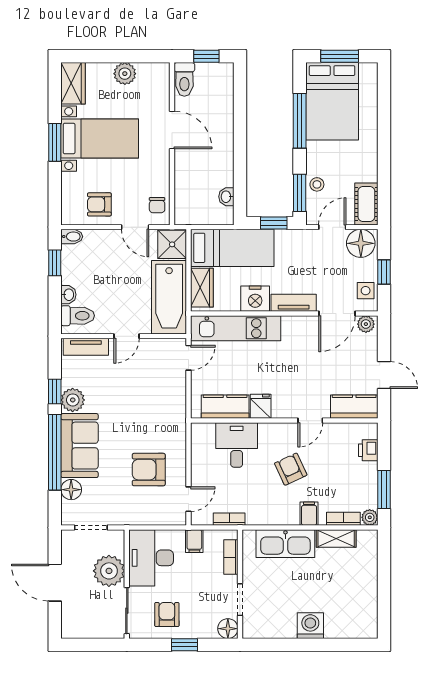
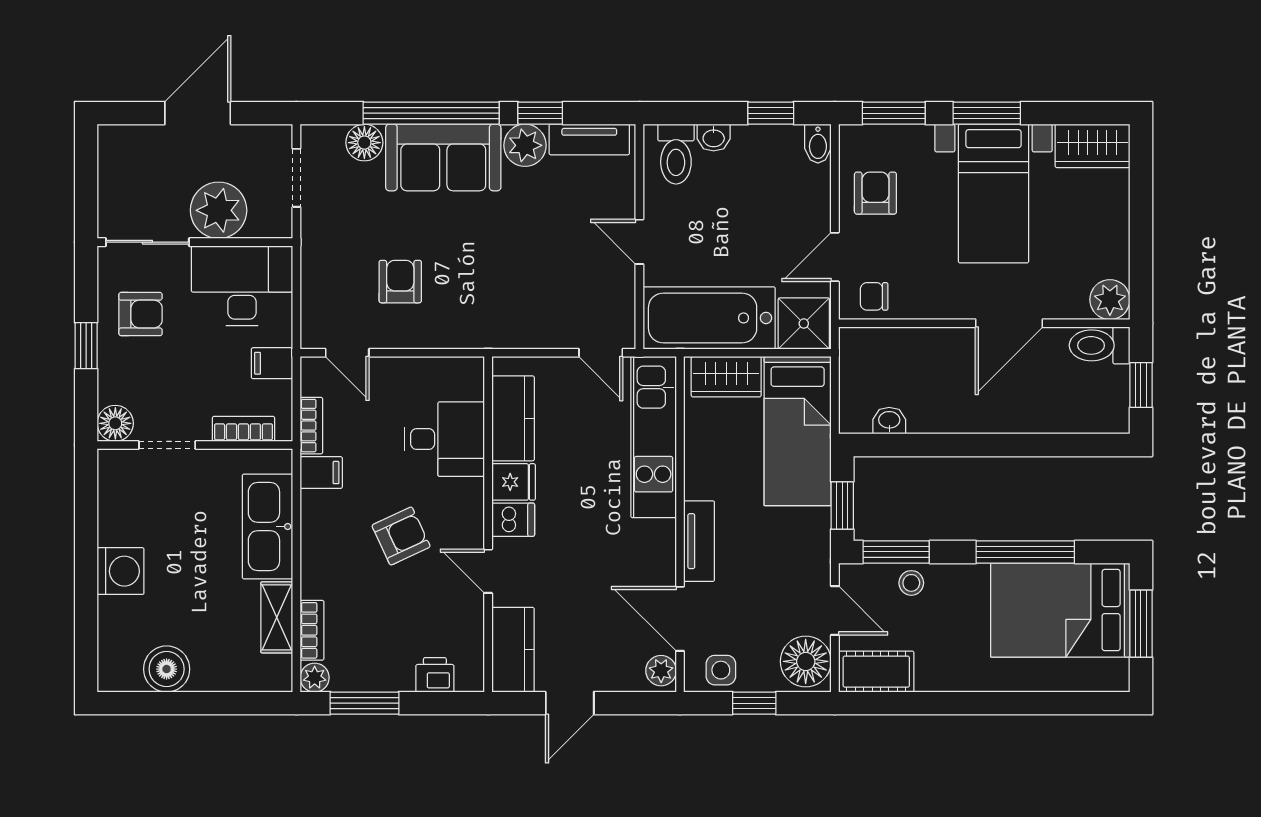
plant: (125, 74) -> (1110, 300), moved
window: (55, 194) -> (894, 113), added
nightstand: (255, 299) -> (707, 472), removed
tv unit: (86, 347) -> (589, 139), moved, turned -90
dishwasher: (282, 407) -> (513, 520), added
armchair: (149, 470) -> (400, 282), width x0.72, depth x0.72
filing cabinet: (309, 514) -> (321, 473), moved
boiler: (365, 600) -> (167, 669), added

